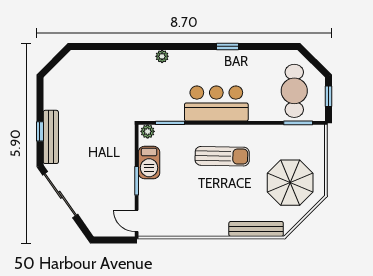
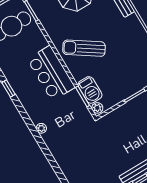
sun lounger: (222, 156) -> (84, 48), turned -57
barbecue: (149, 162) -> (90, 90), moved, turned 90

